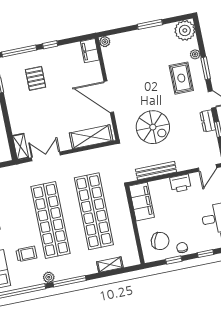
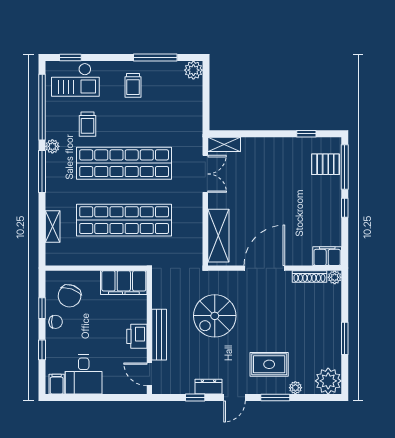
shoe rack: (108, 61) -> (309, 276), added
pallet: (35, 78) -> (325, 164), moved
bench: (156, 171) -> (159, 335), moved

